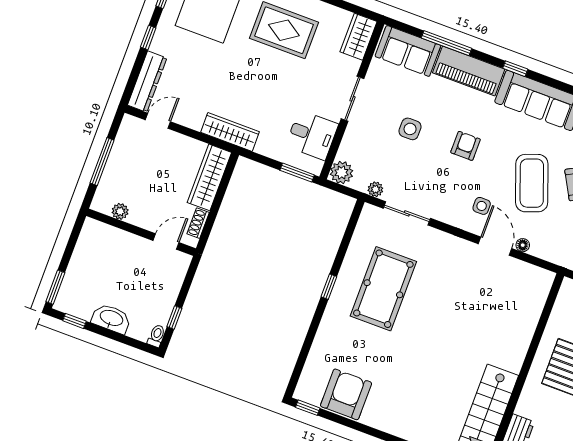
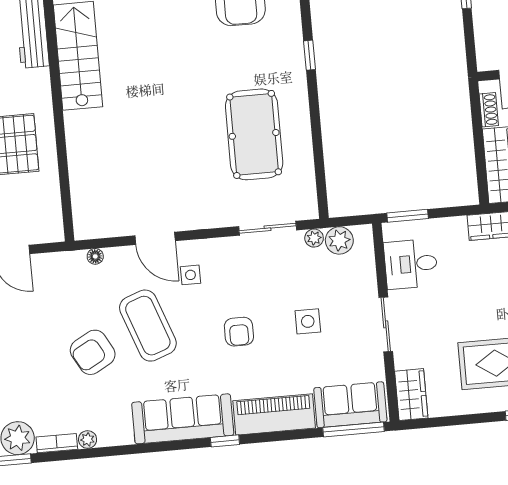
window: (447, 43) -> (353, 430), moved
plant: (342, 173) -> (339, 240), moved
floor lamp: (523, 245) -> (95, 256), moved
window: (329, 287) -> (309, 55), moved

